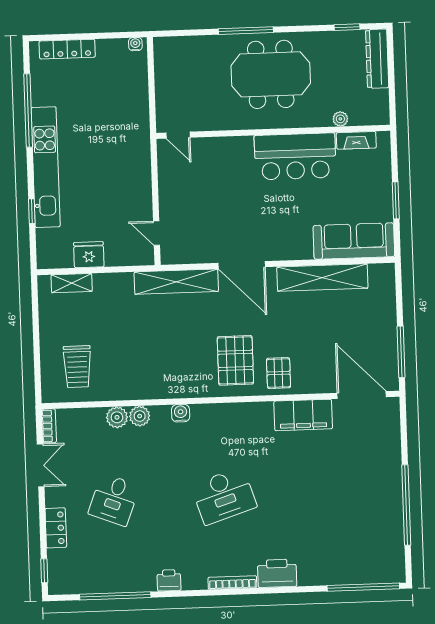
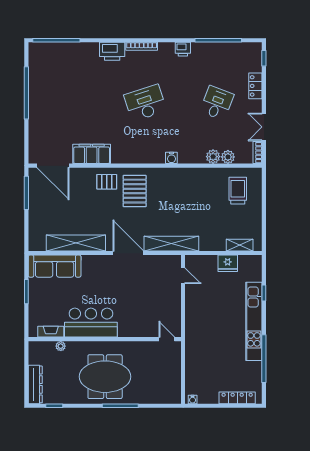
pallet: (279, 373) -> (107, 182), turned 90
plant: (140, 416) -> (228, 157), moved

